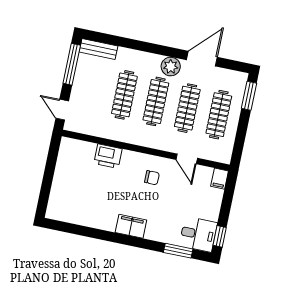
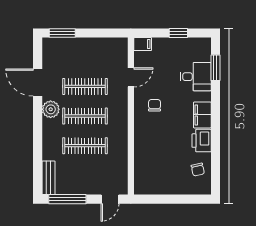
clothes rail: (219, 115) -> (85, 57), removed
printer: (108, 156) -> (202, 141), moved, turned 180
chair: (74, 209) -> (198, 170), added
desk: (198, 234) -> (196, 77), moved, turned 90
window: (220, 236) -> (178, 33), moved

